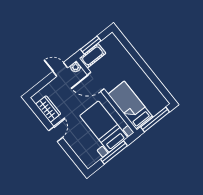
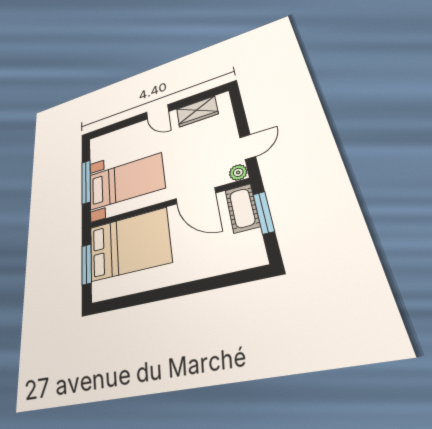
door: (96, 82) -> (196, 196), swing flipped
bed: (130, 106) -> (129, 244), width x1.50
window: (155, 119) -> (87, 264), width x0.69

